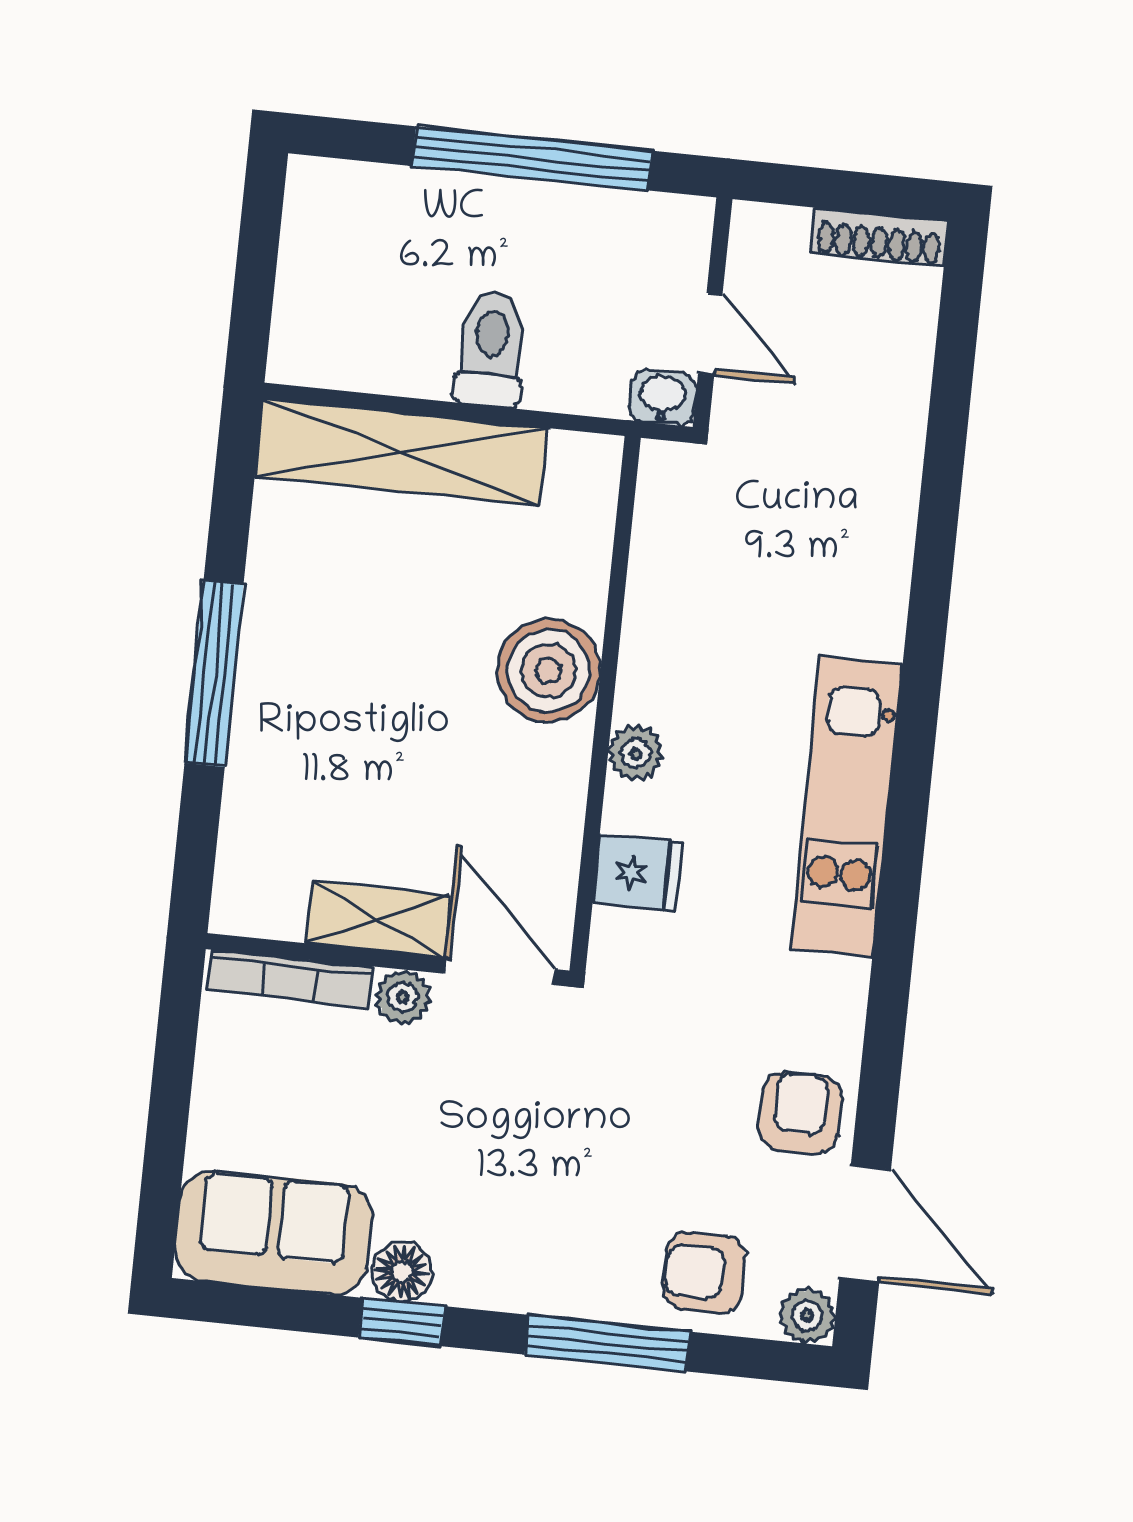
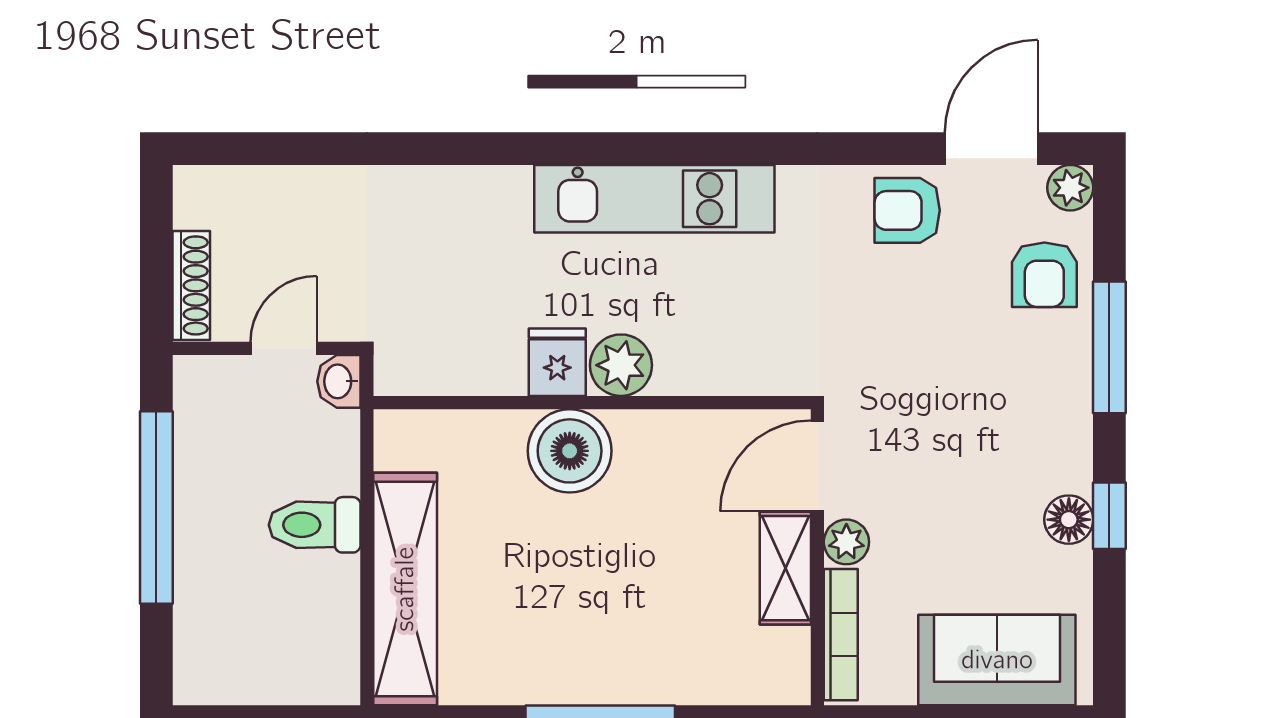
shoe rack: (879, 237) -> (191, 285), moved
plant: (636, 753) -> (621, 365), width x1.38, depth x1.38
fridge: (637, 873) -> (557, 362), moved
sofa: (273, 1232) -> (997, 660), moved, turned 90

